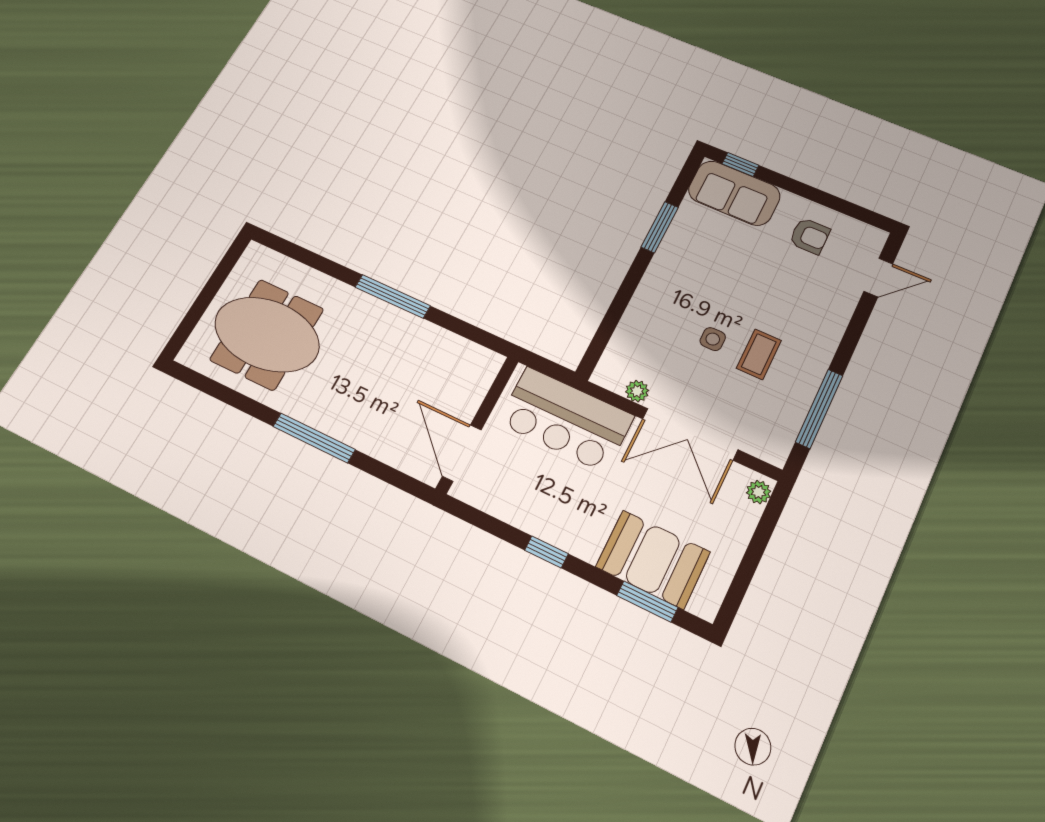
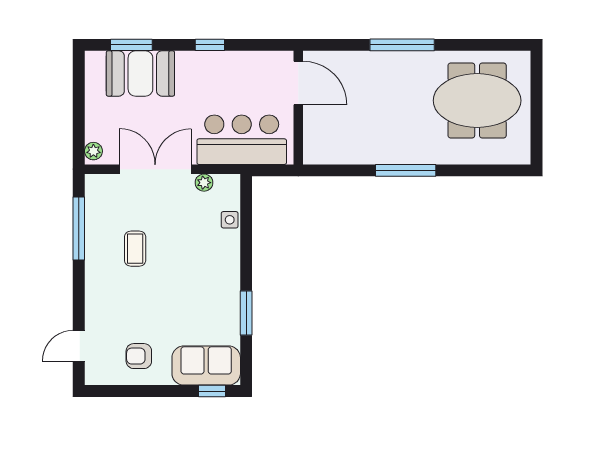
side table: (713, 339) -> (230, 220), moved

